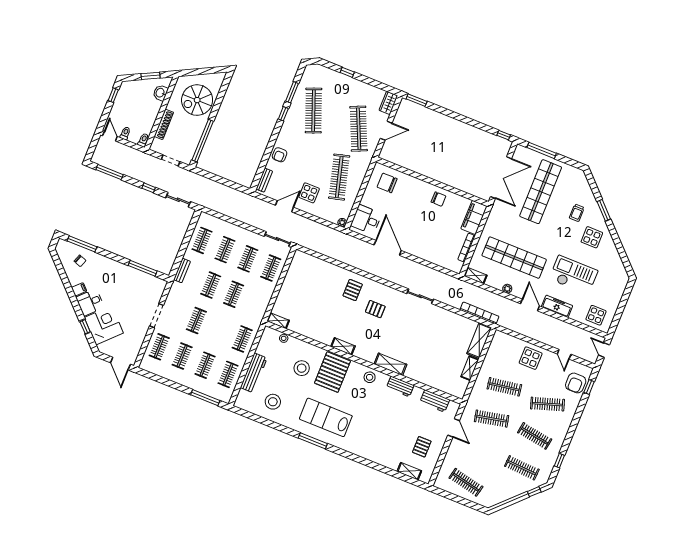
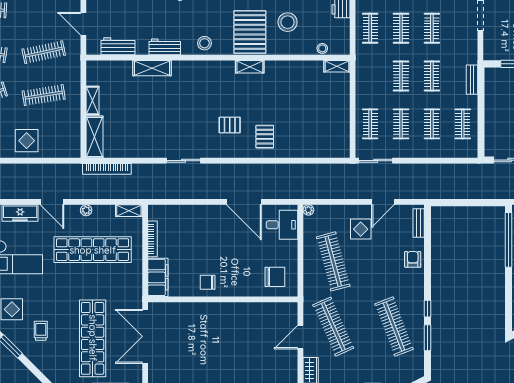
clothes rail: (219, 330) -> (401, 28), added
shelving: (390, 364) -> (152, 68), moved

